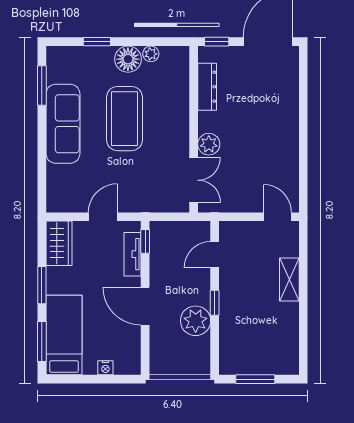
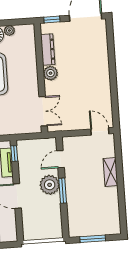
plant: (209, 144) -> (51, 73), moved
window: (215, 303) -> (63, 191), width x1.50
plant: (196, 321) -> (50, 185), moved

